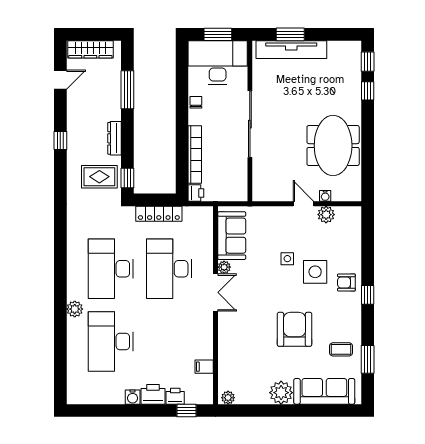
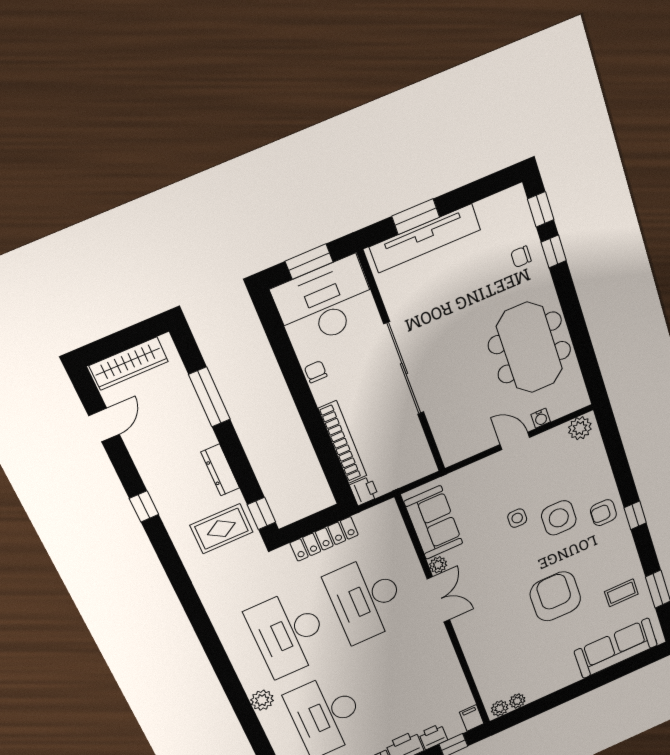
chair: (346, 85) -> (521, 257), added
plant: (326, 215) -> (580, 428), moved
filing cabinet: (204, 367) -> (472, 718), moved, turned 90
plant: (281, 393) -> (517, 701), moved, width x0.53, depth x0.53

